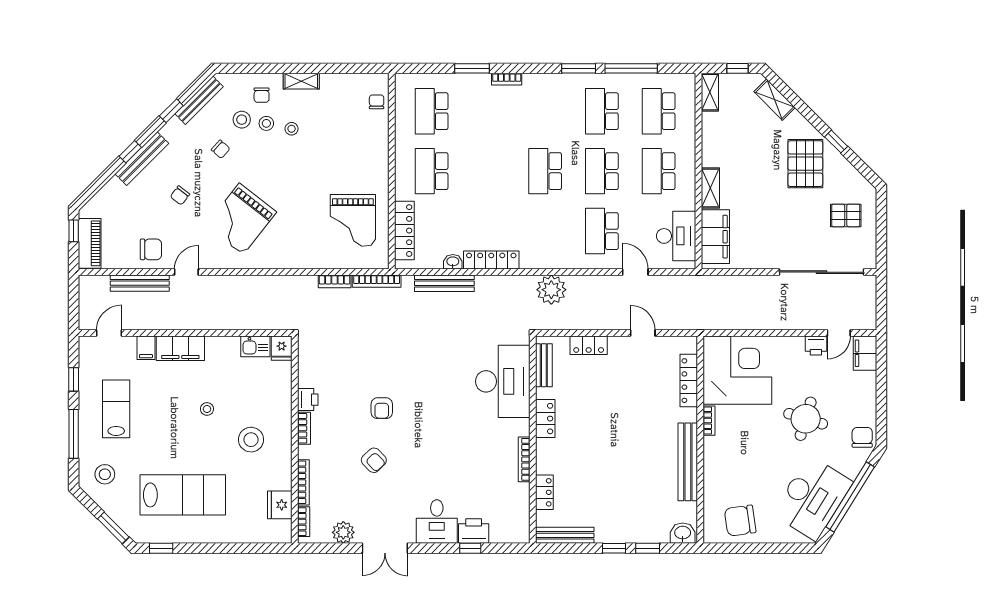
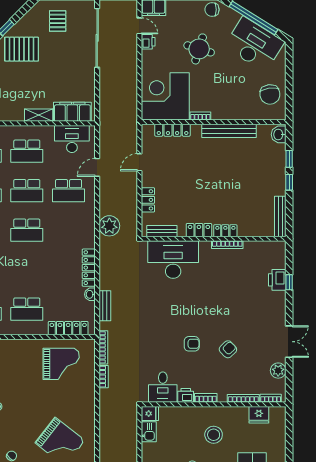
bench: (444, 283) -> (105, 306), width x0.73
locker: (544, 492) -> (225, 231), moved
desk: (437, 522) -> (163, 387), moved, turned 90

